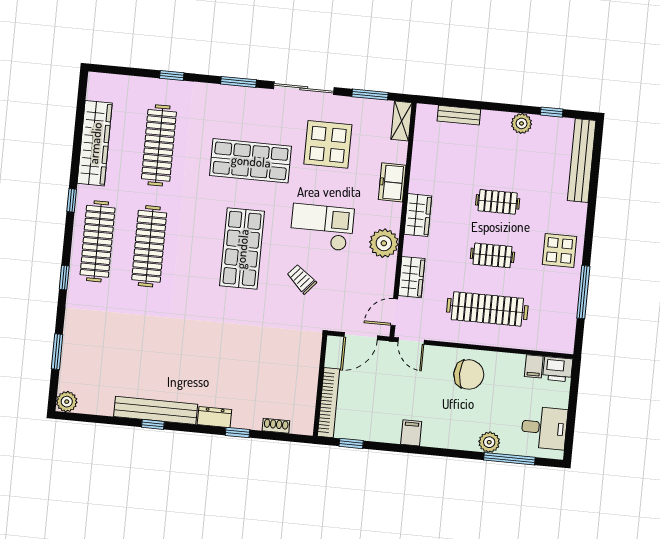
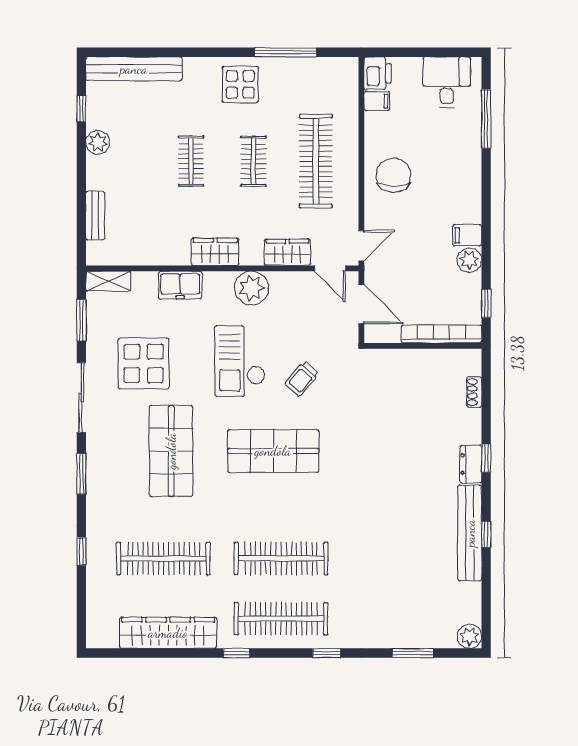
window: (237, 433) -> (486, 458), moved
plant: (489, 442) -> (469, 260), moved

